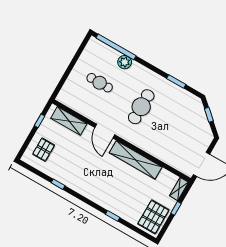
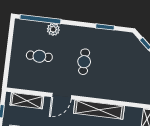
cafe table: (141, 107) -> (84, 62), width x0.73, depth x0.74
door: (105, 131) -> (62, 96), hinge flipped

